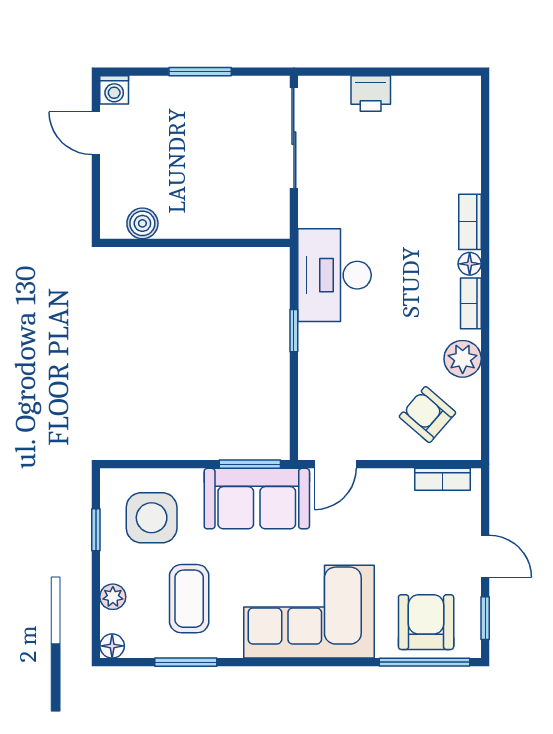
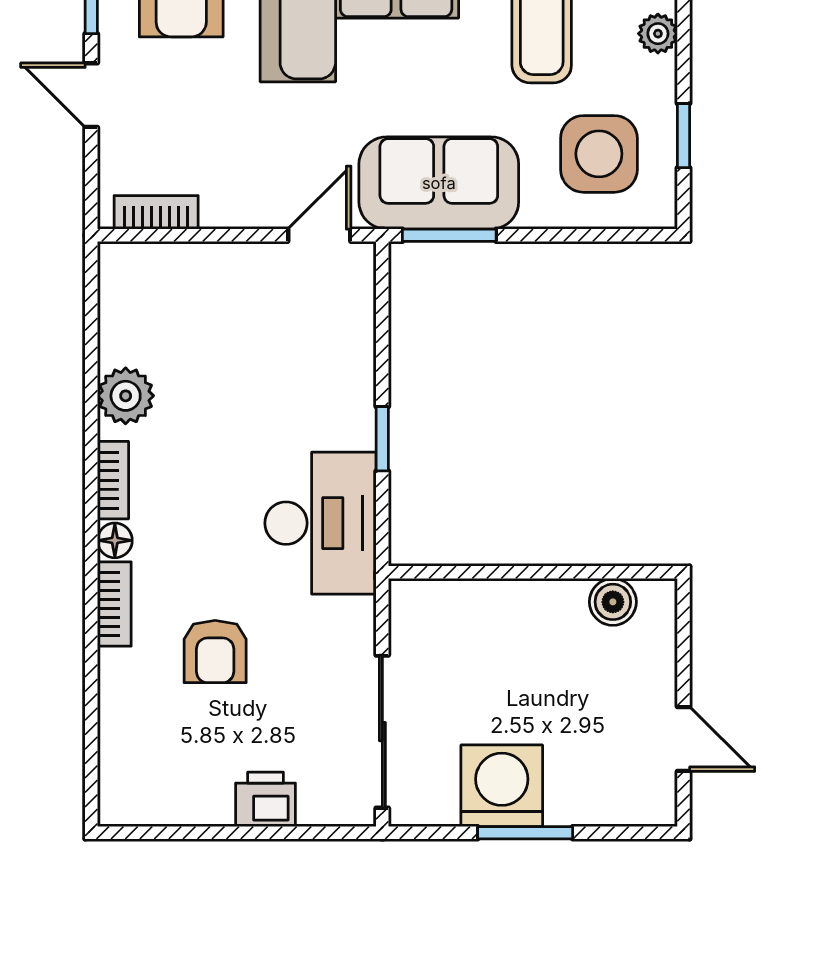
washing machine: (114, 90) -> (502, 786), moved, width x1.89, depth x1.89
armchair: (427, 415) -> (215, 652), moved, turned 49

